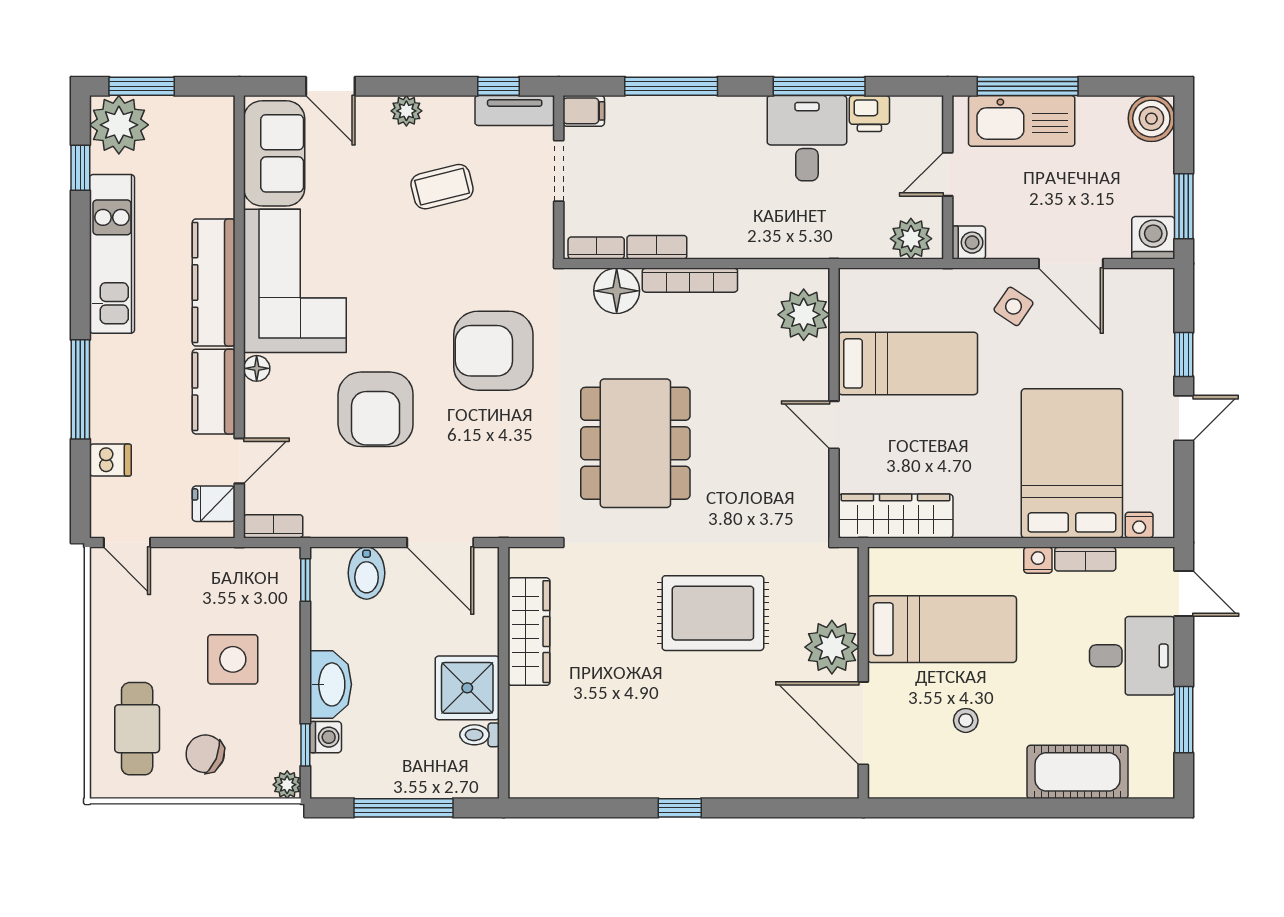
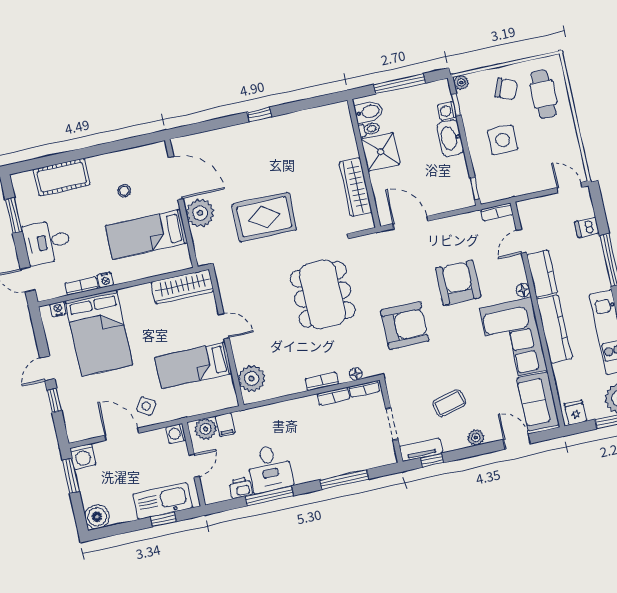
window: (1028, 86) -> (163, 519), width x0.46
filing cabinet: (584, 111) -> (225, 425), moved, turned -90
bookcase: (690, 280) -> (322, 381), width x0.64
floor lamp: (617, 291) -> (356, 374), width x0.53, depth x0.53
fridge: (214, 504) -> (575, 412), moved, turned -90
bidet: (367, 573) -> (369, 112), moved, turned 90

